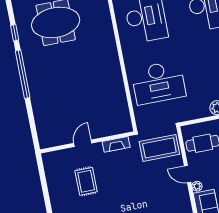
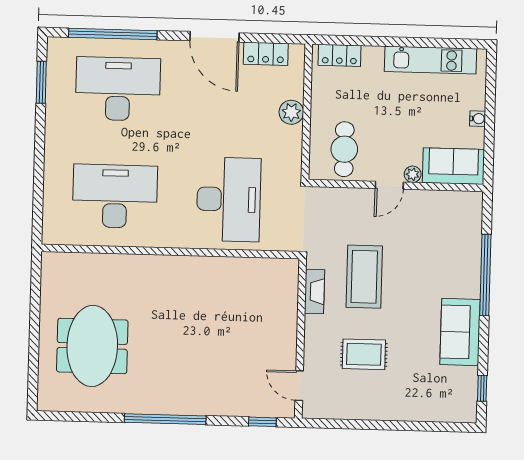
window: (15, 33) -> (262, 422), moved
door: (83, 143) -> (299, 386), moved
coffee table: (159, 148) -> (364, 277), moved

